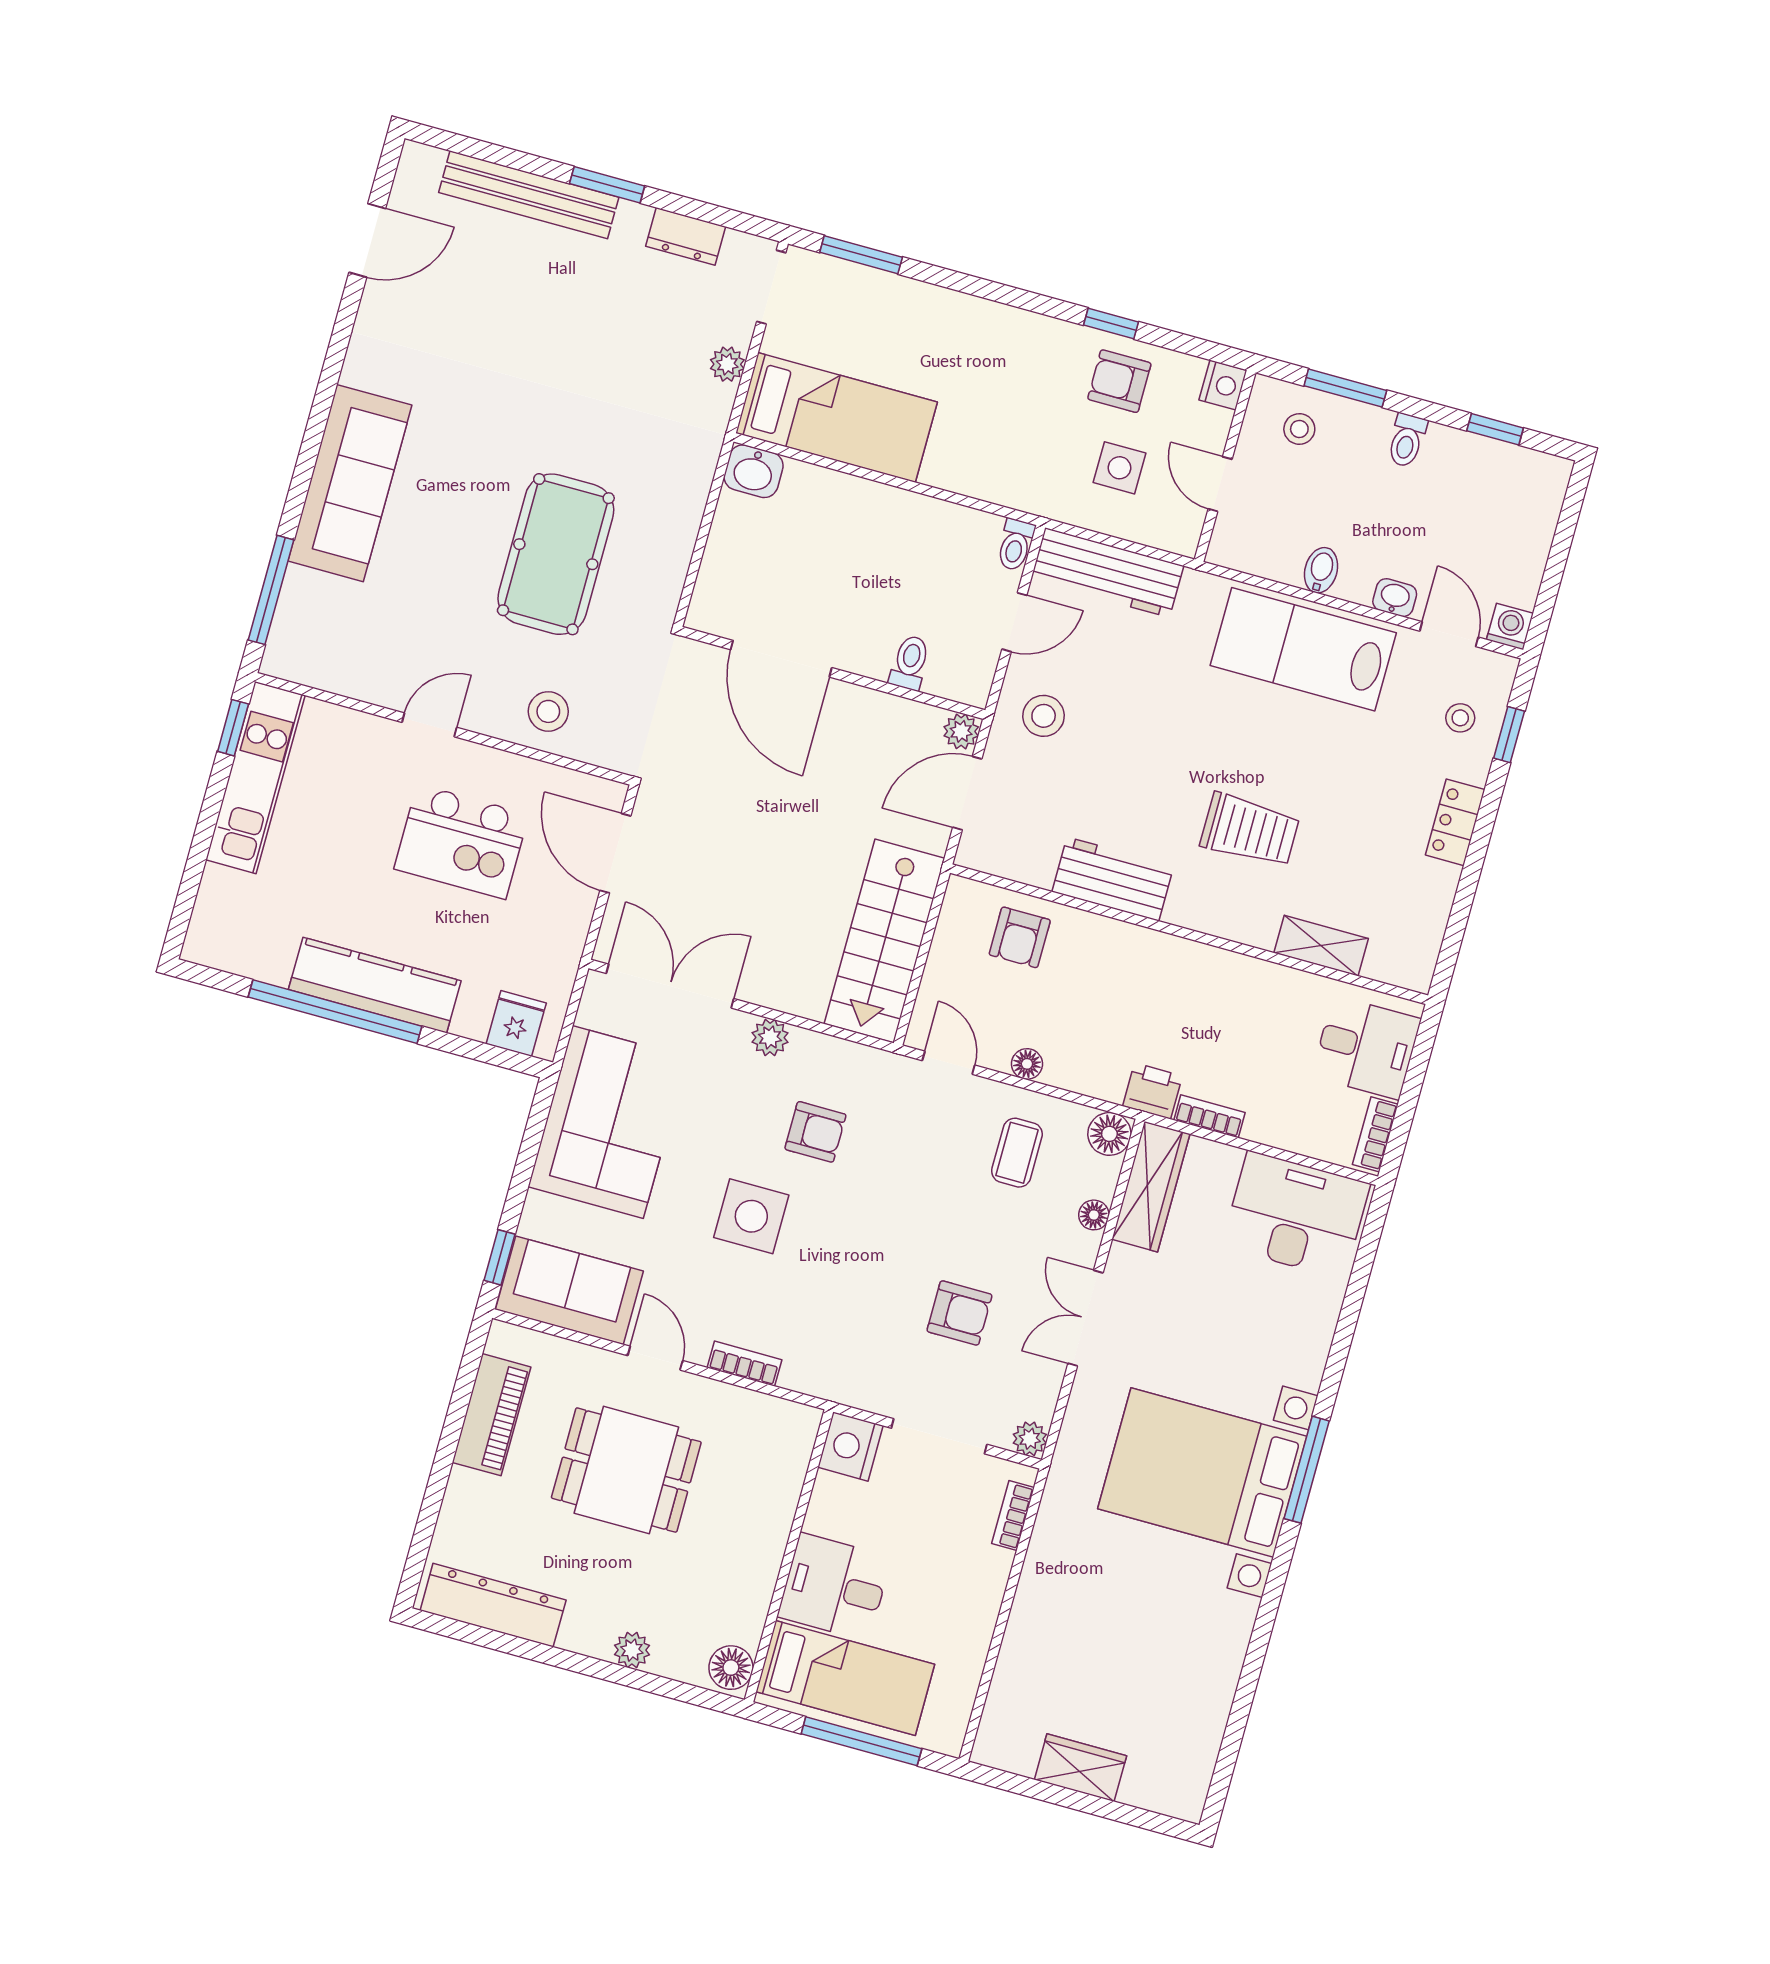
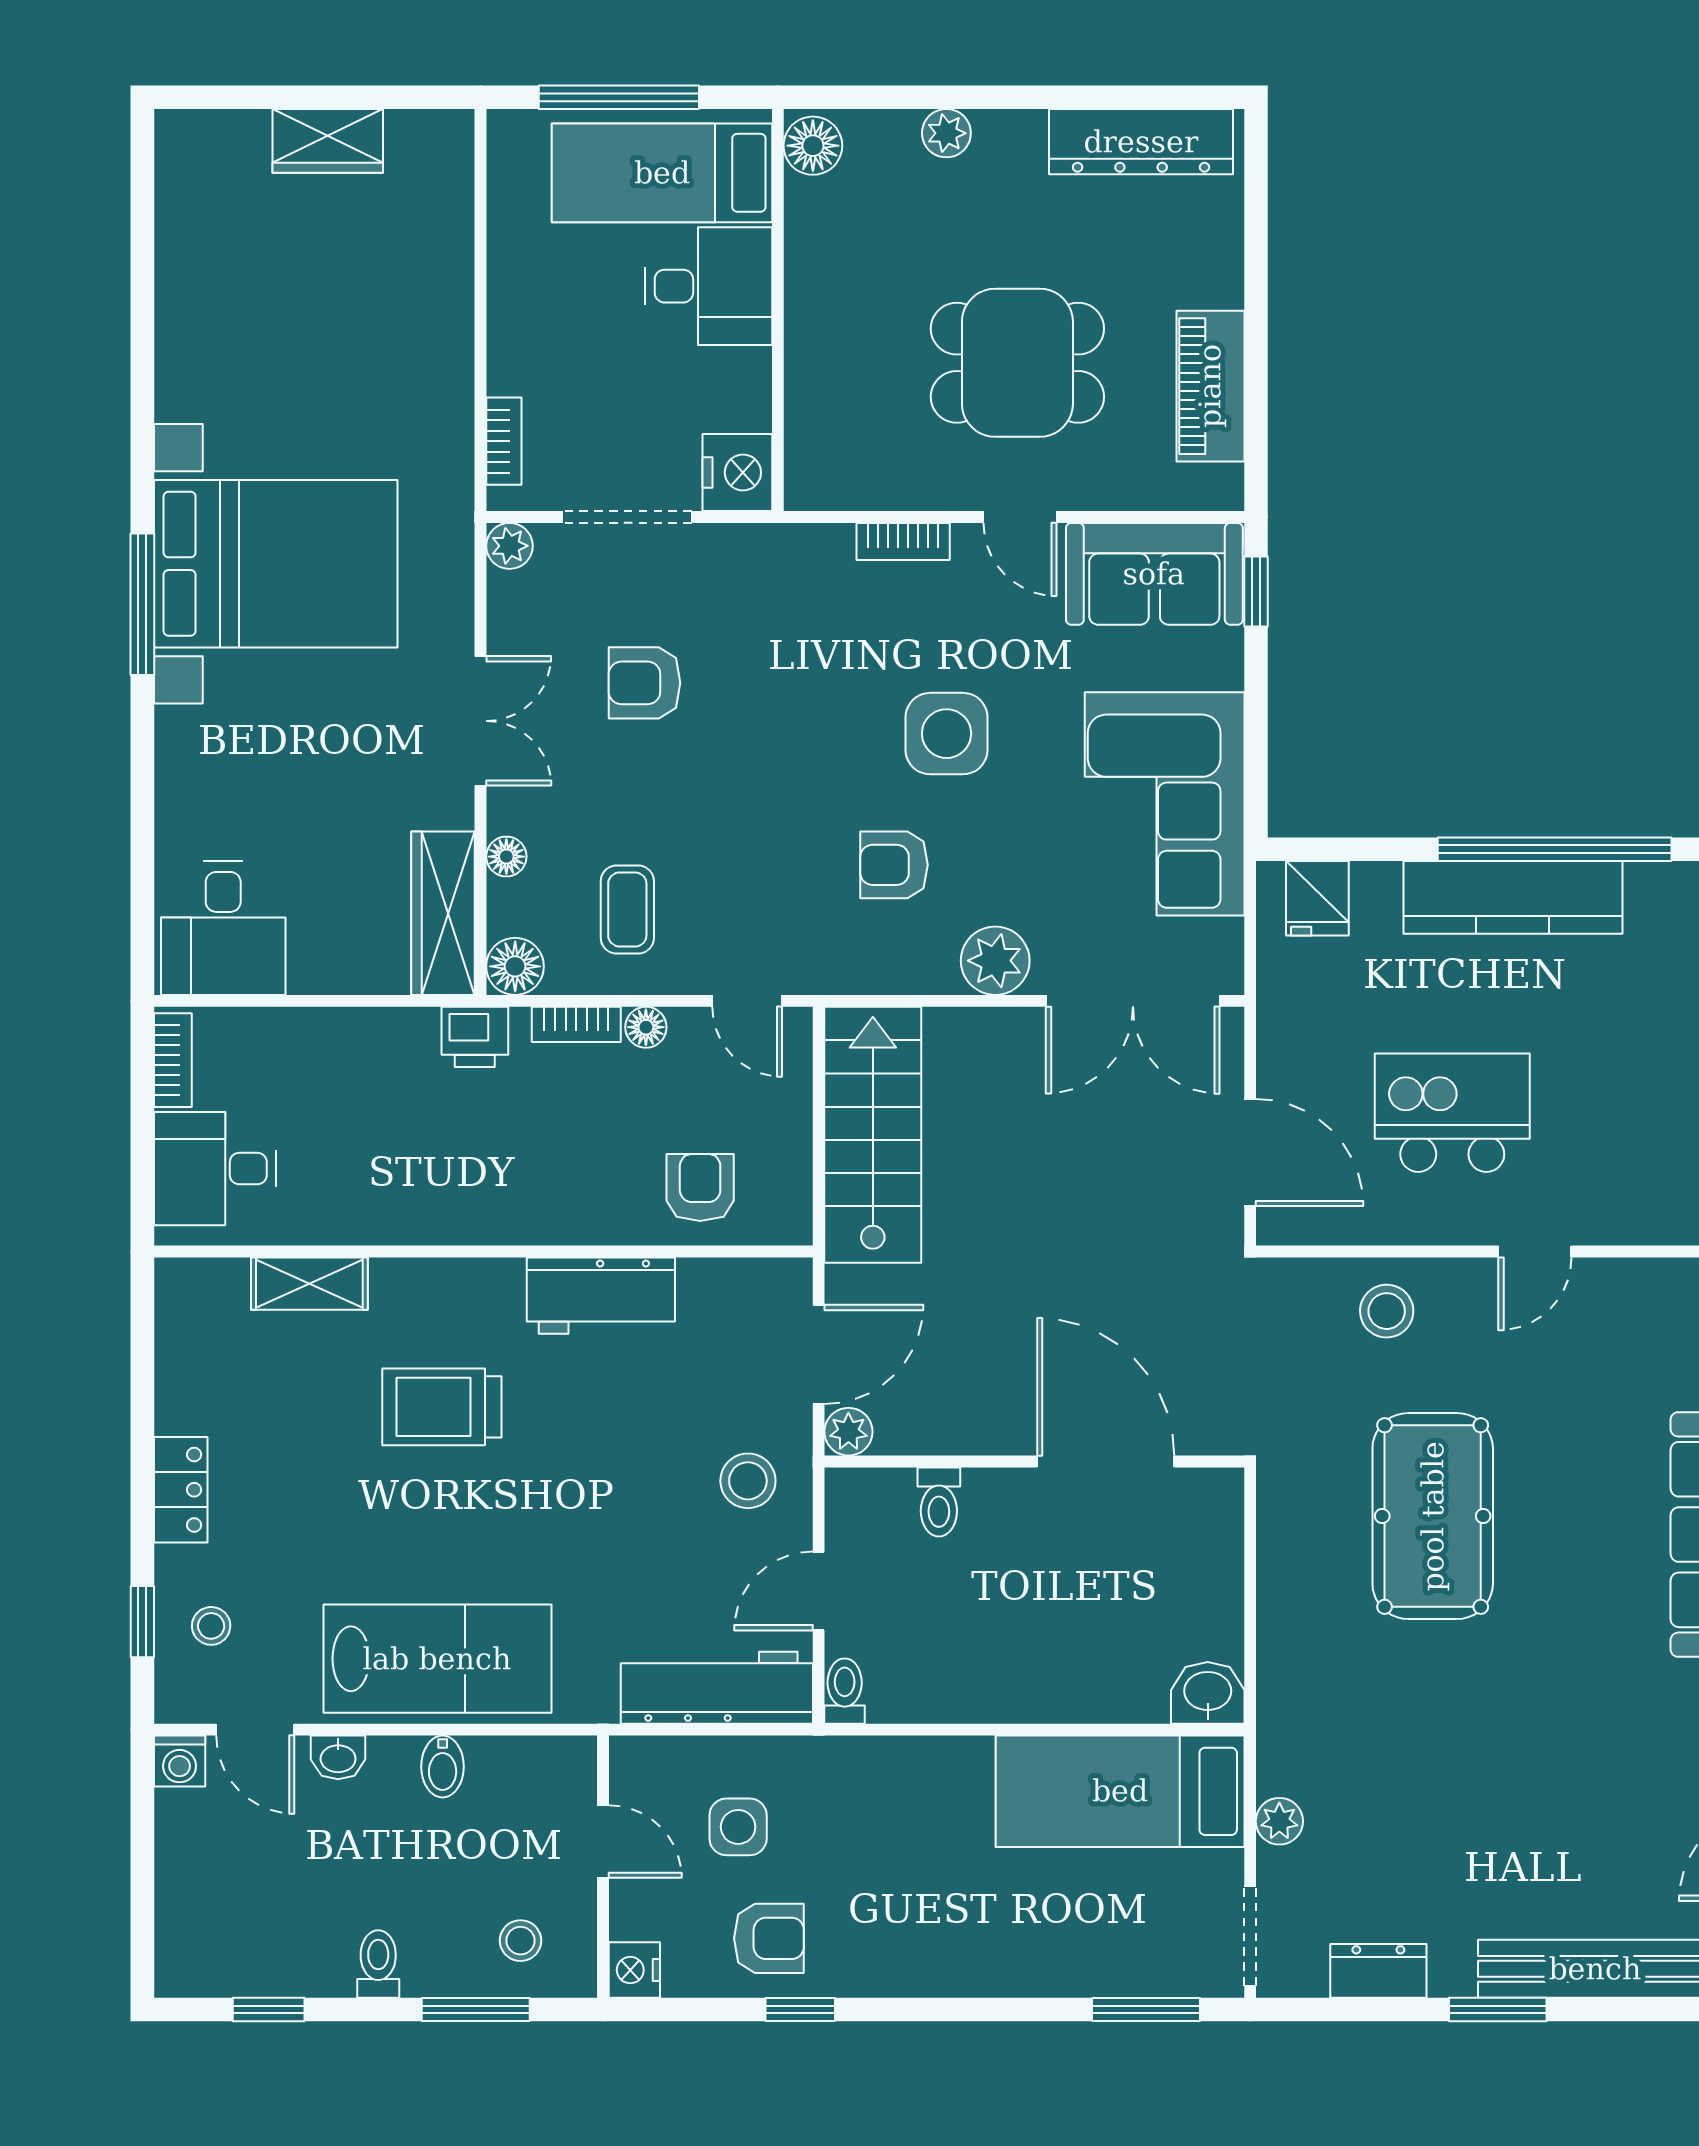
plant: (770, 1038) -> (995, 961), width x1.38, depth x1.38
bookcase: (1209, 1116) -> (576, 1024), moved
desk: (1296, 1215) -> (223, 928), width x0.73

